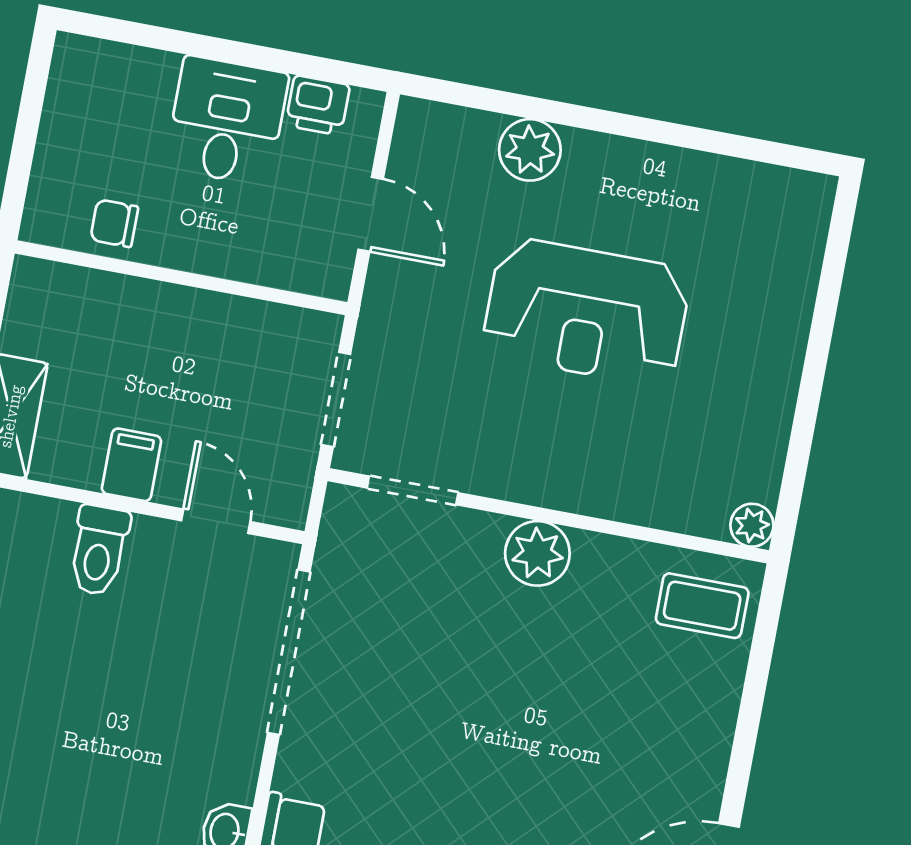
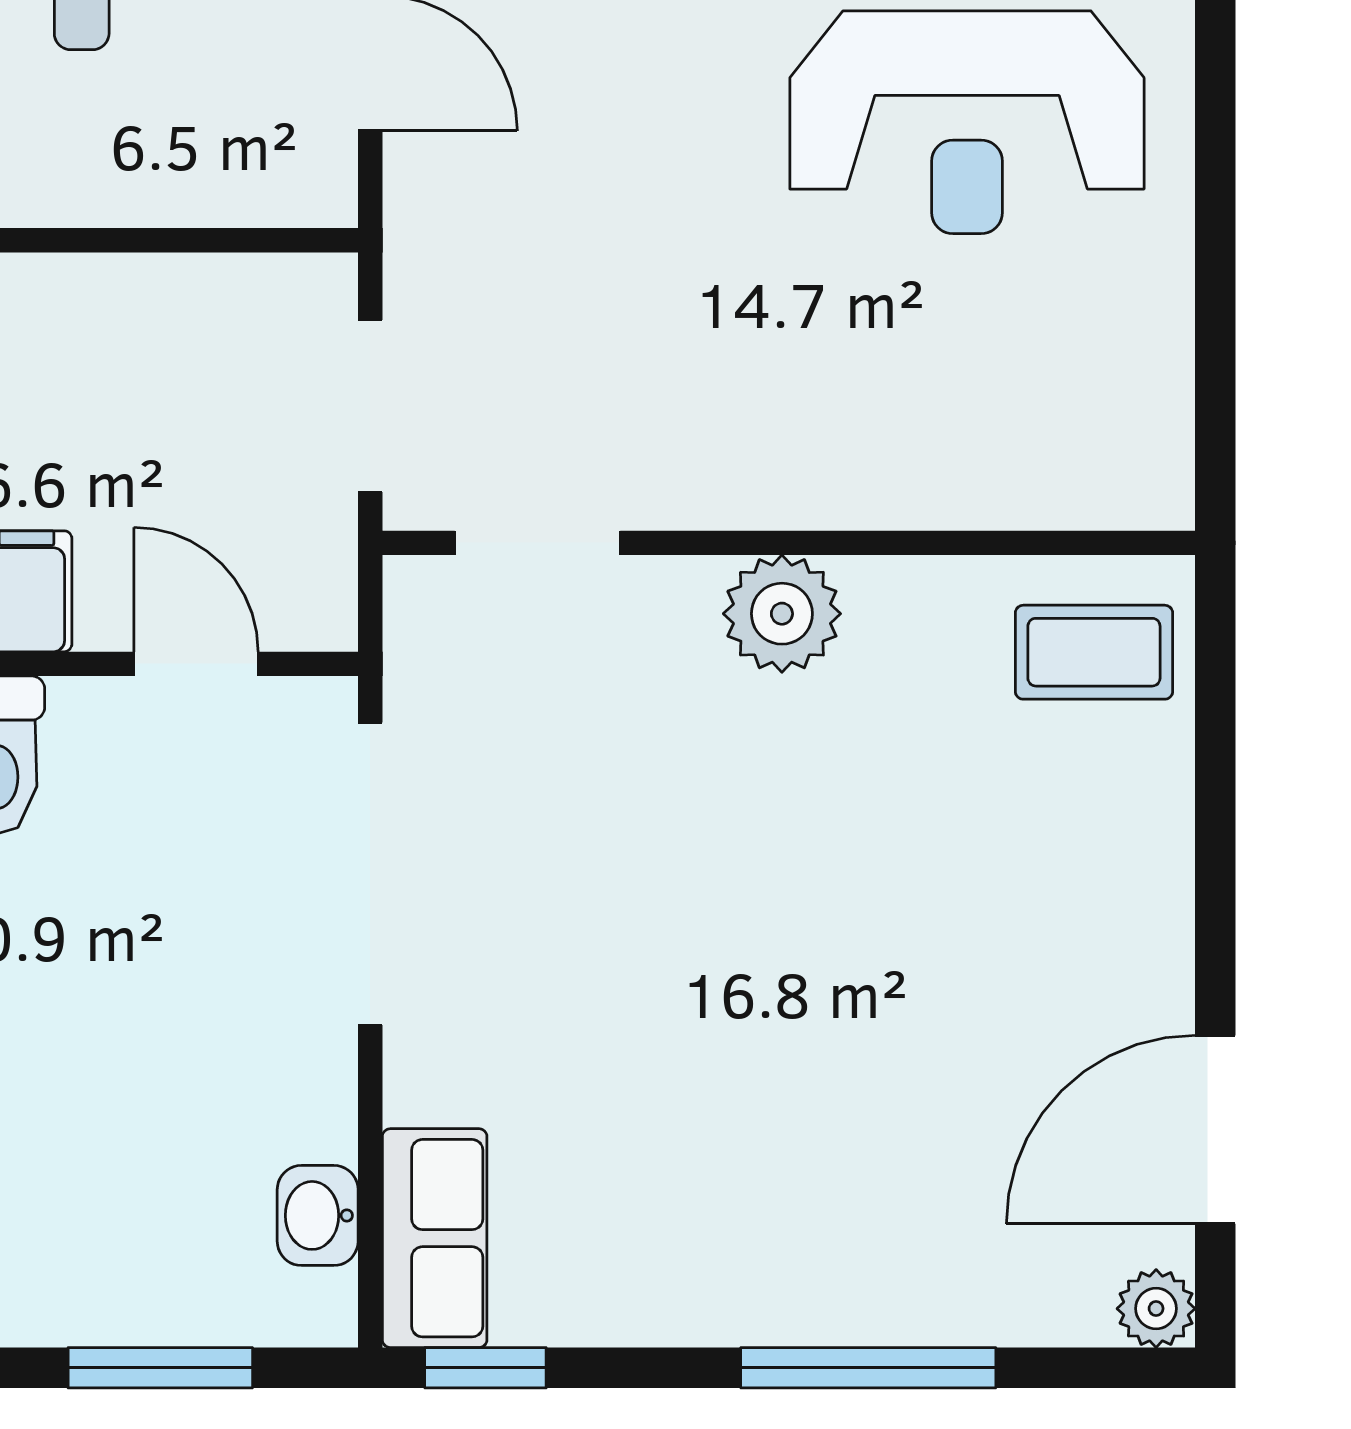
reception desk: (586, 312) -> (967, 122), moved
plant: (752, 525) -> (1156, 492), removed

